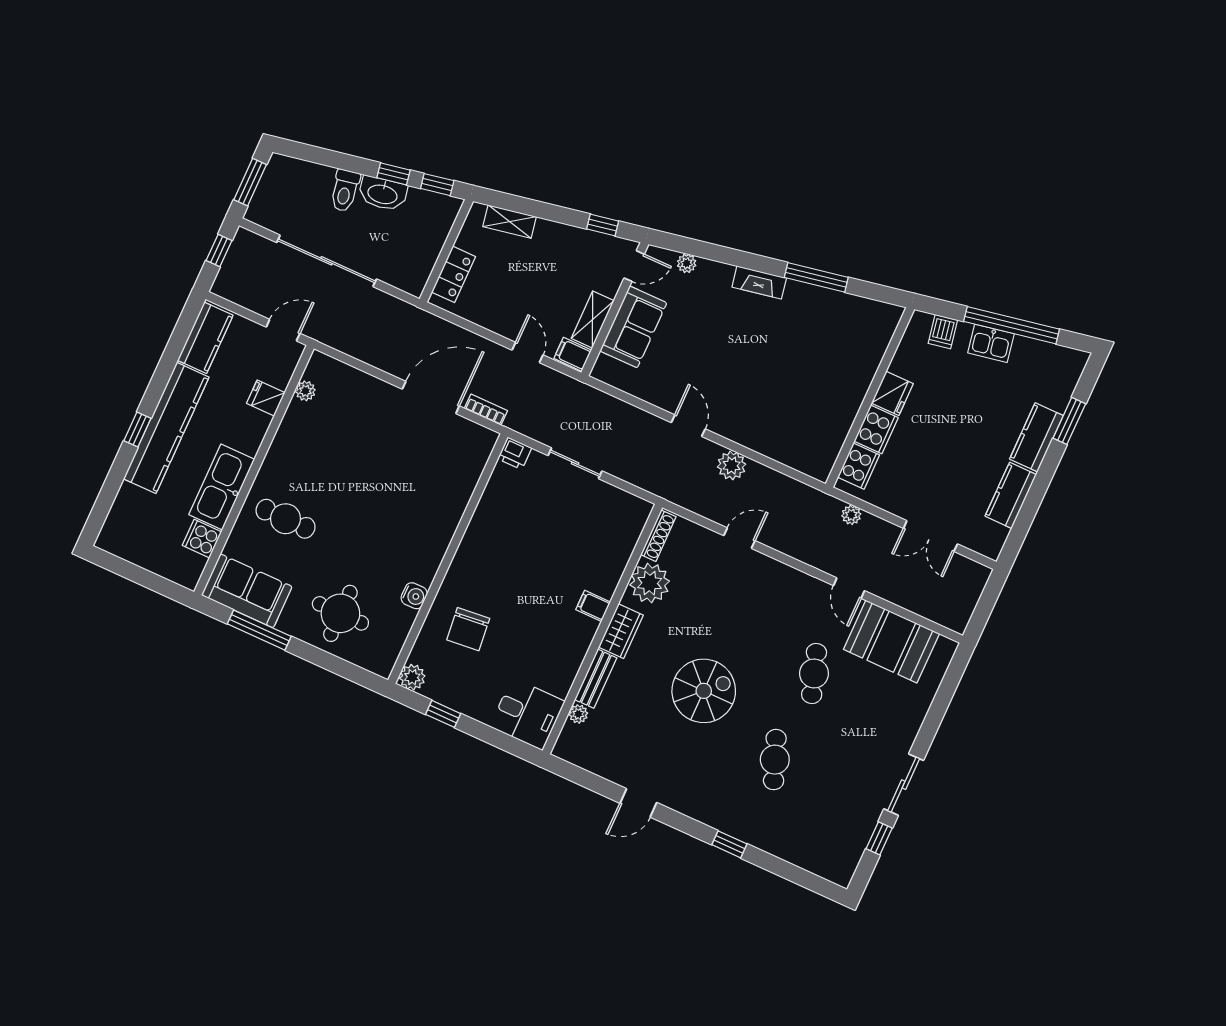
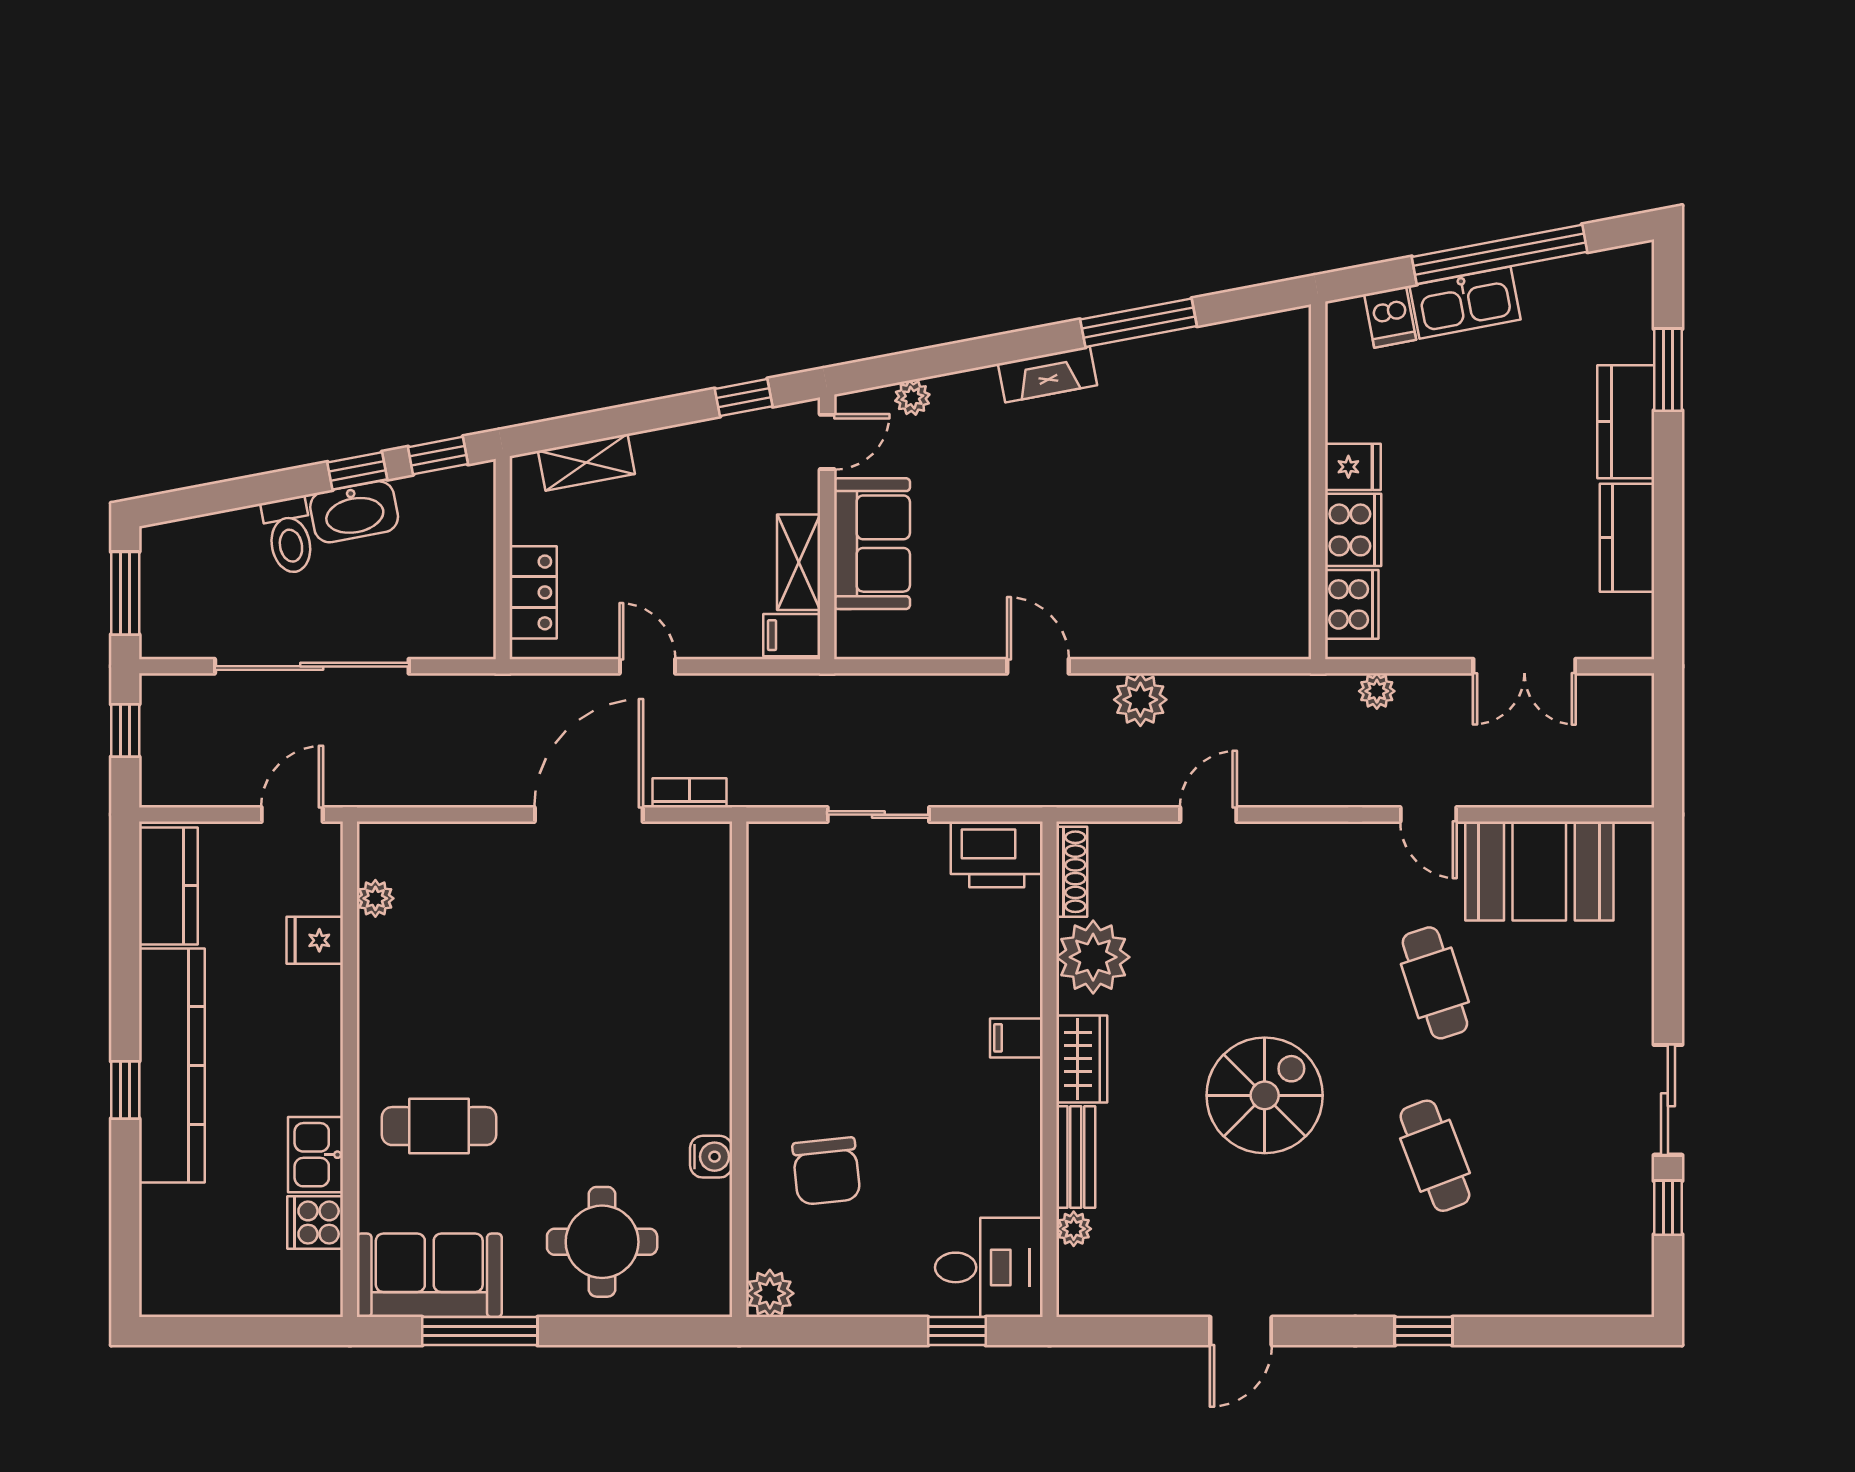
kitchen sink: (991, 343) -> (1465, 303), width x1.38
door: (528, 352) -> (647, 666), moved
fridge: (892, 393) -> (1353, 467), width x0.72
printer: (515, 453) -> (997, 854), moved, width x1.87, depth x1.48
kitchen sink: (222, 487) -> (316, 1155), width x0.53, depth x0.81
window: (443, 714) -> (957, 1331), moved

